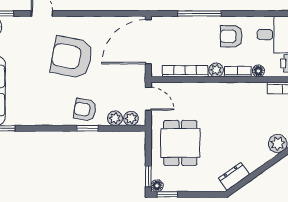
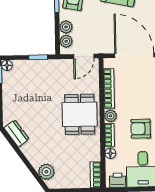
armchair: (231, 36) -> (141, 129), turned -90
dining table: (180, 143) -> (80, 114), moved, turned 90
window: (148, 176) -> (38, 57), moved

